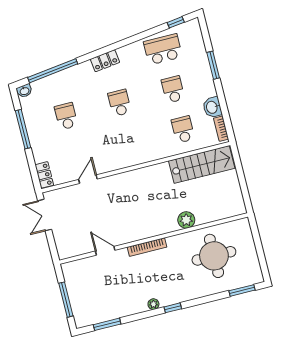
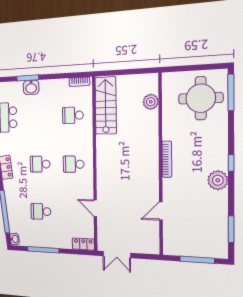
school desk: (173, 89) -> (74, 164), moved
washbasin: (212, 107) -> (31, 87), moved
plant: (186, 220) -> (151, 102), moved
bookcase: (147, 247) -> (167, 159), moved
round table: (214, 256) -> (201, 98), moved
window: (242, 290) -> (231, 92), width x1.44
plant: (153, 304) -> (218, 180), width x1.88, depth x1.88

